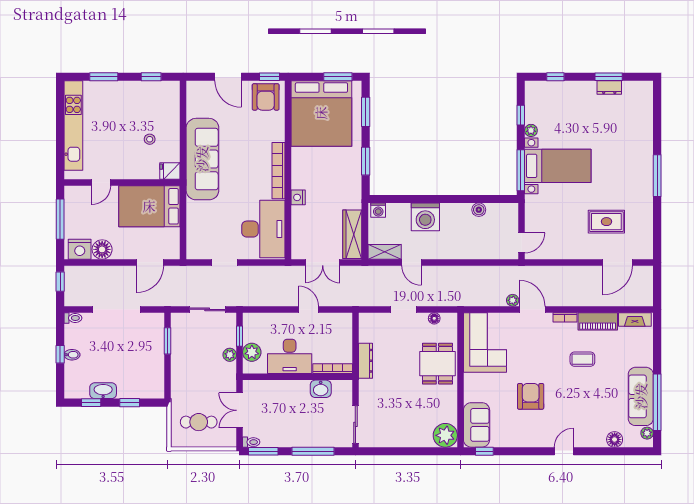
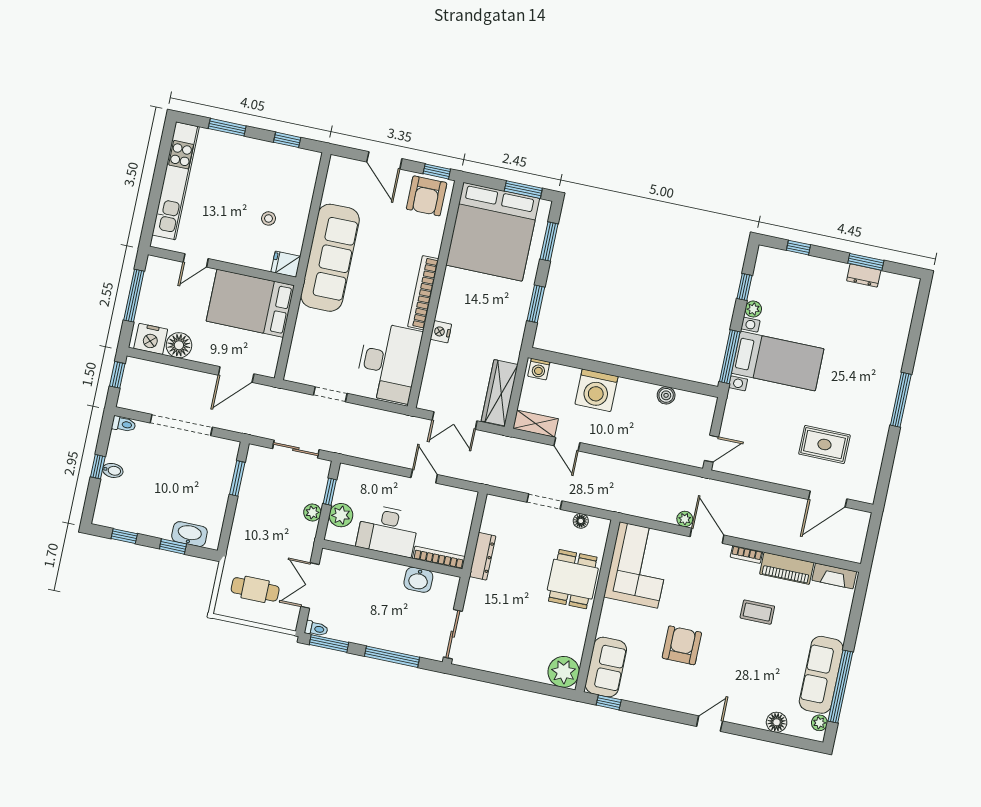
washbasin: (103, 391) -> (189, 534), moved

